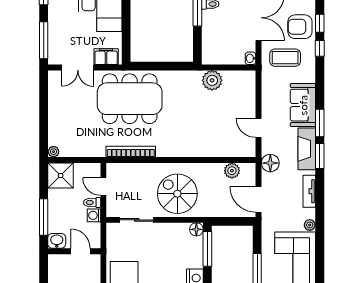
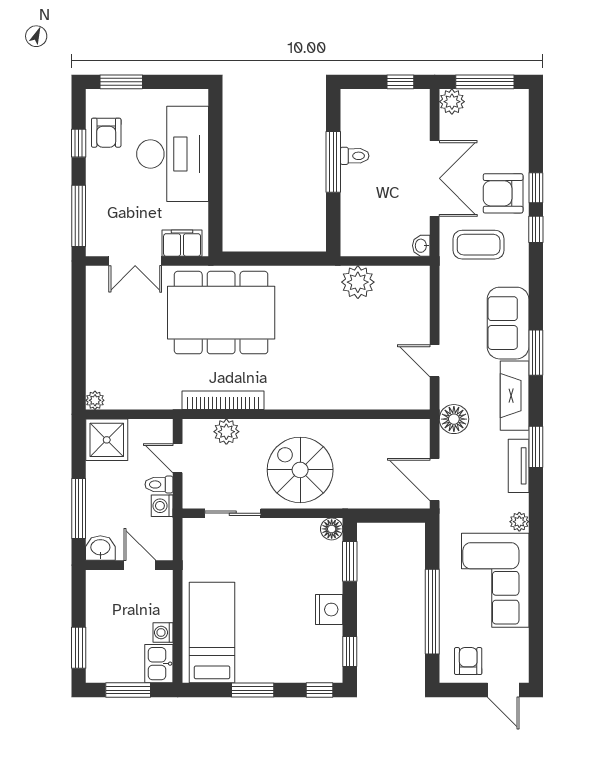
window: (320, 156) -> (536, 447), moved
plant: (232, 171) -> (226, 432), moved
window: (207, 249) -> (350, 561), width x0.69

